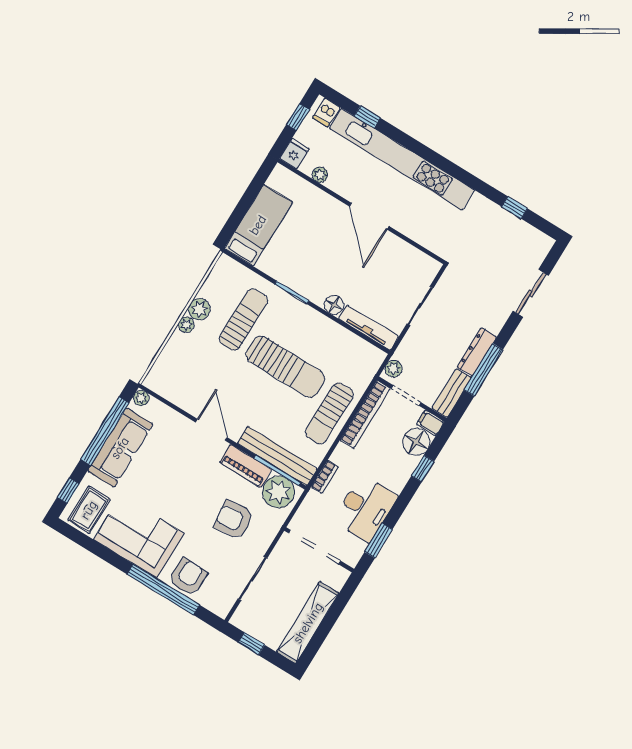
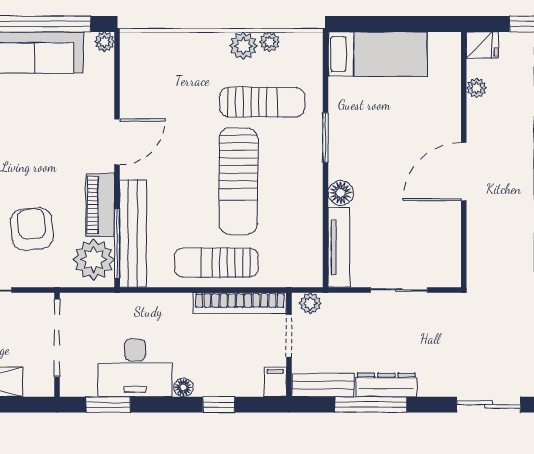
plant: (186, 325) -> (270, 42), moved
floor lamp: (416, 442) -> (183, 387), moved, width x0.53, depth x0.53
bookcase: (325, 477) -> (142, 301), removed

